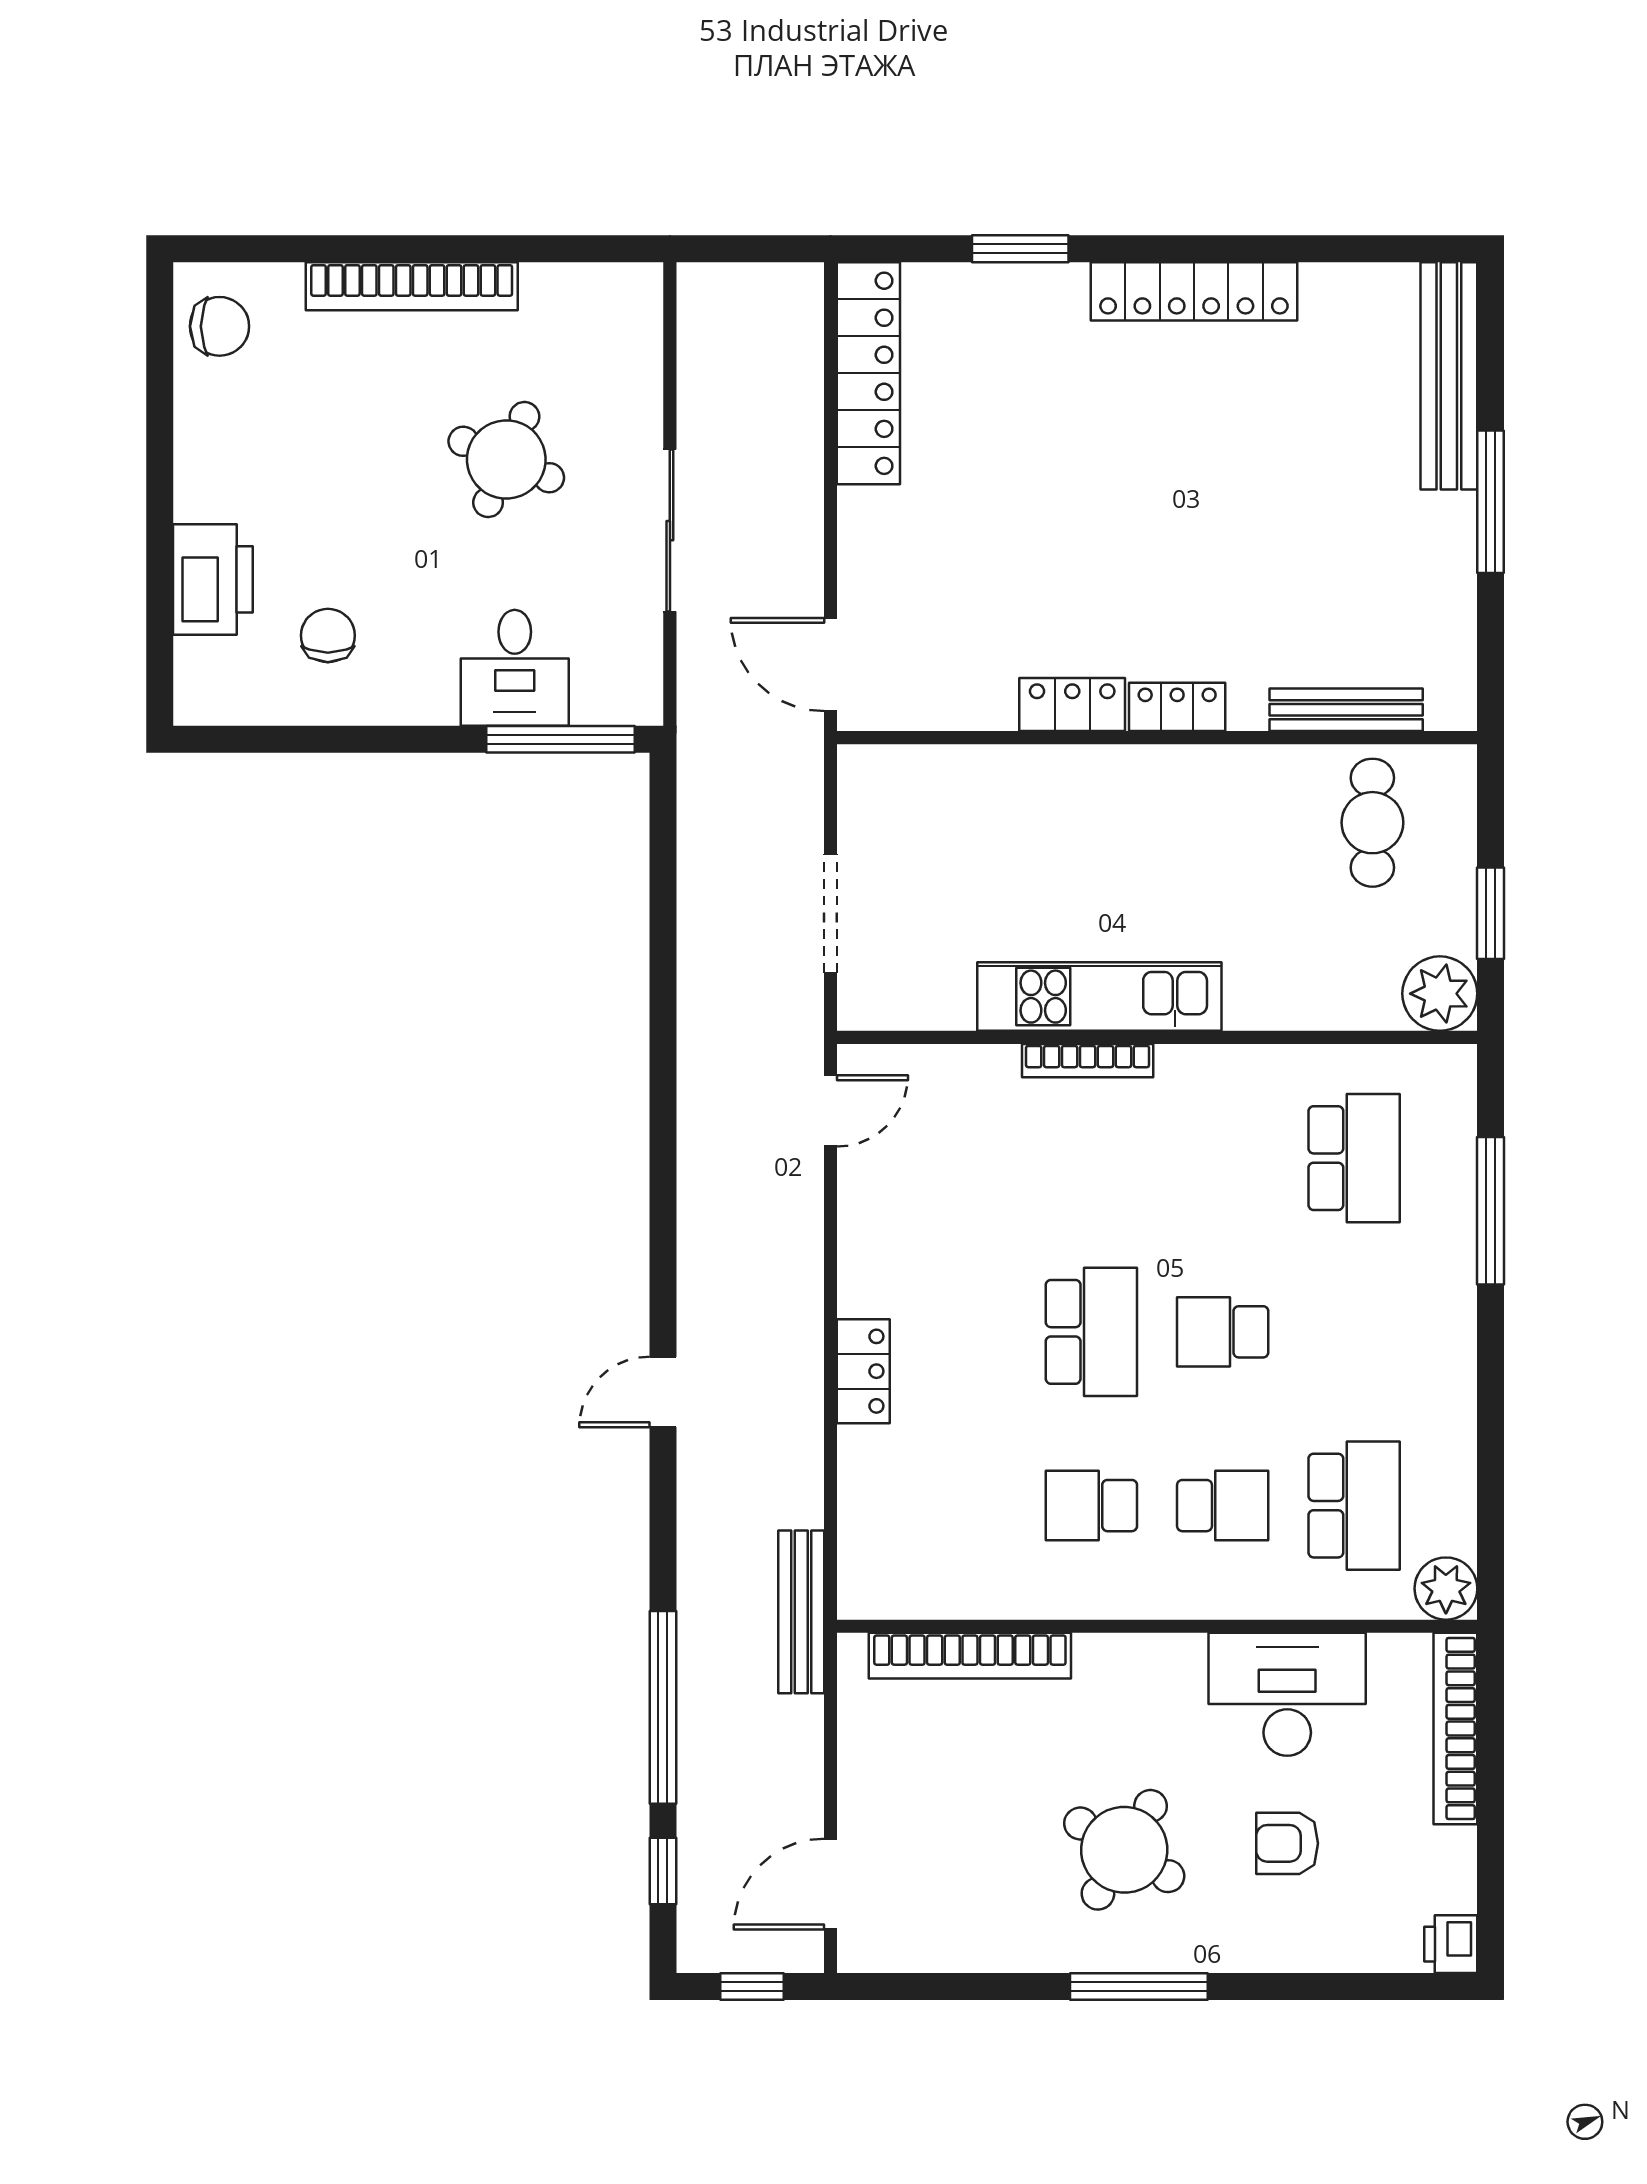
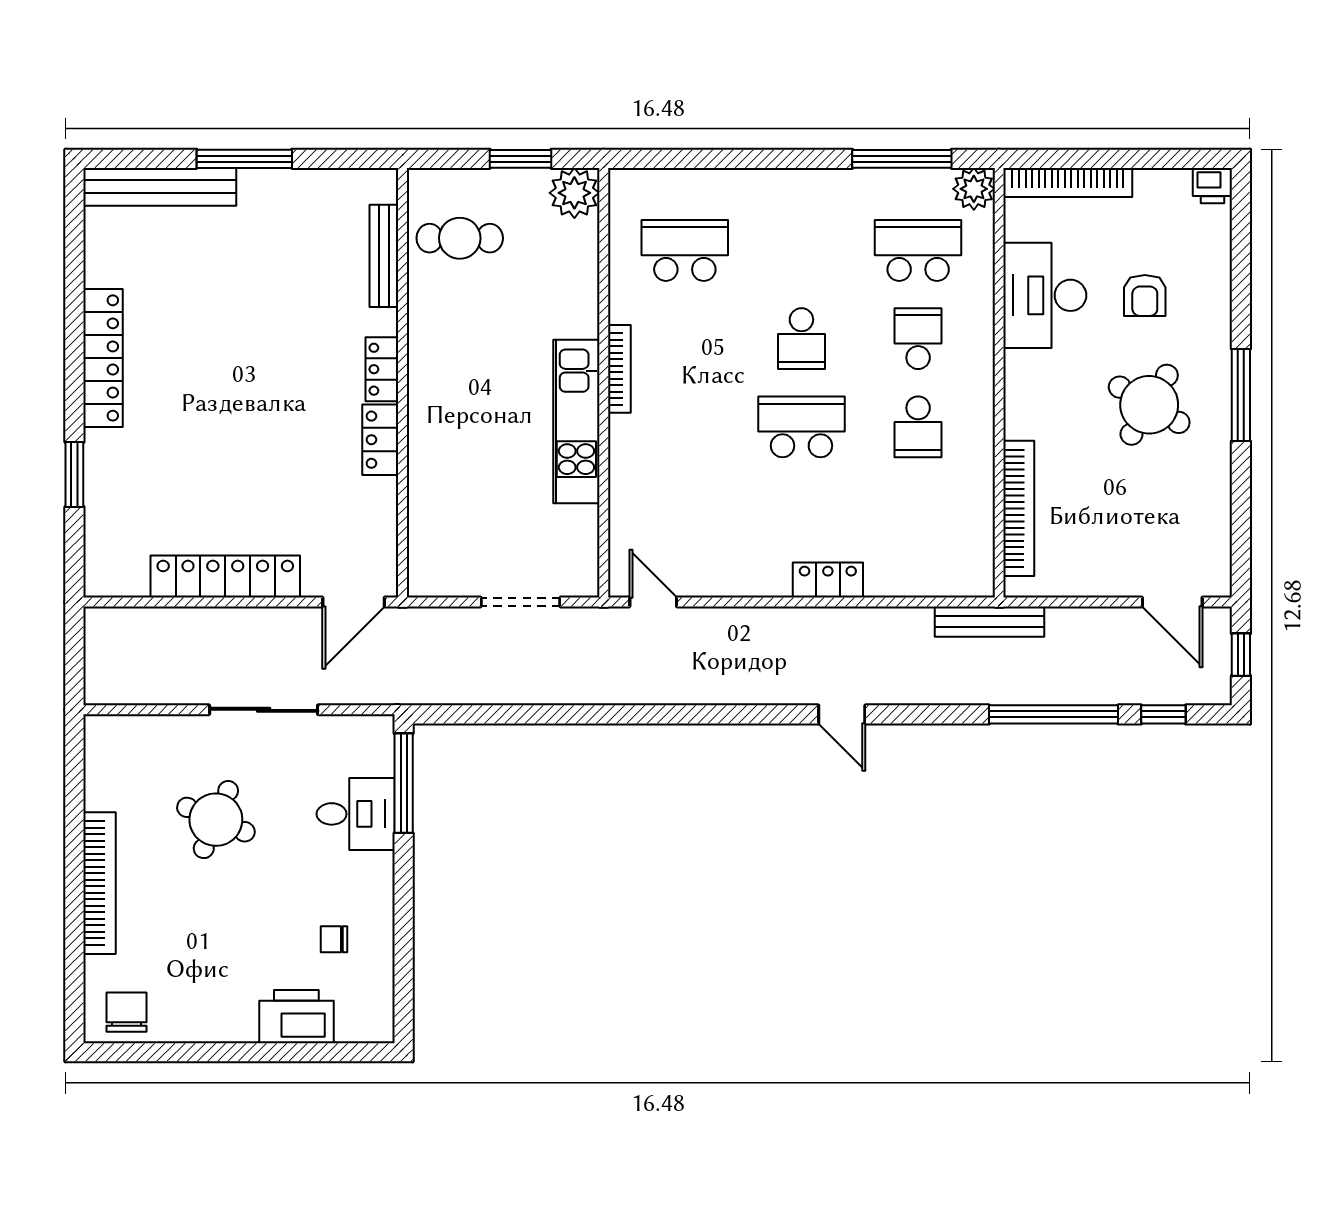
locker: (868, 373) -> (225, 577), moved
chair: (328, 635) -> (334, 939), width x0.73, depth x0.73
bookcase: (1088, 1061) -> (619, 369), moved
window: (1491, 1211) -> (902, 159), moved

